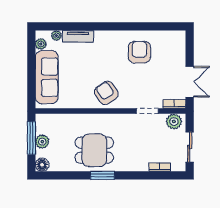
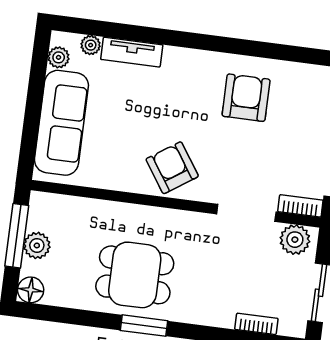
doorway: (147, 111) -> (246, 213), width x1.38

